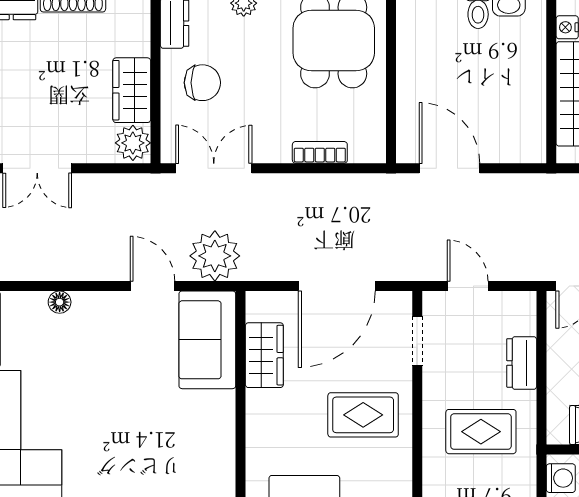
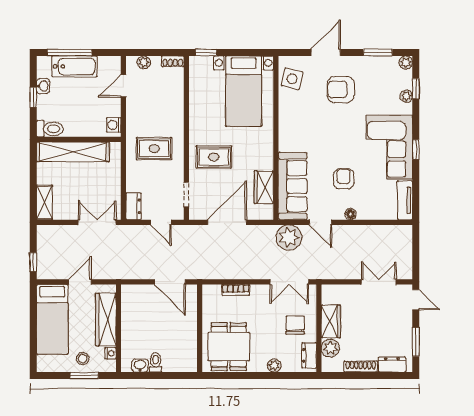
chair: (202, 83) -> (295, 325), turned 90
plant: (133, 143) -> (330, 348), moved
floor lamp: (60, 302) -> (351, 214), moved
sofa: (207, 340) -> (293, 186), width x1.36
dresser: (522, 363) -> (133, 206), moved
armchair: (107, 372) -> (344, 179), added

